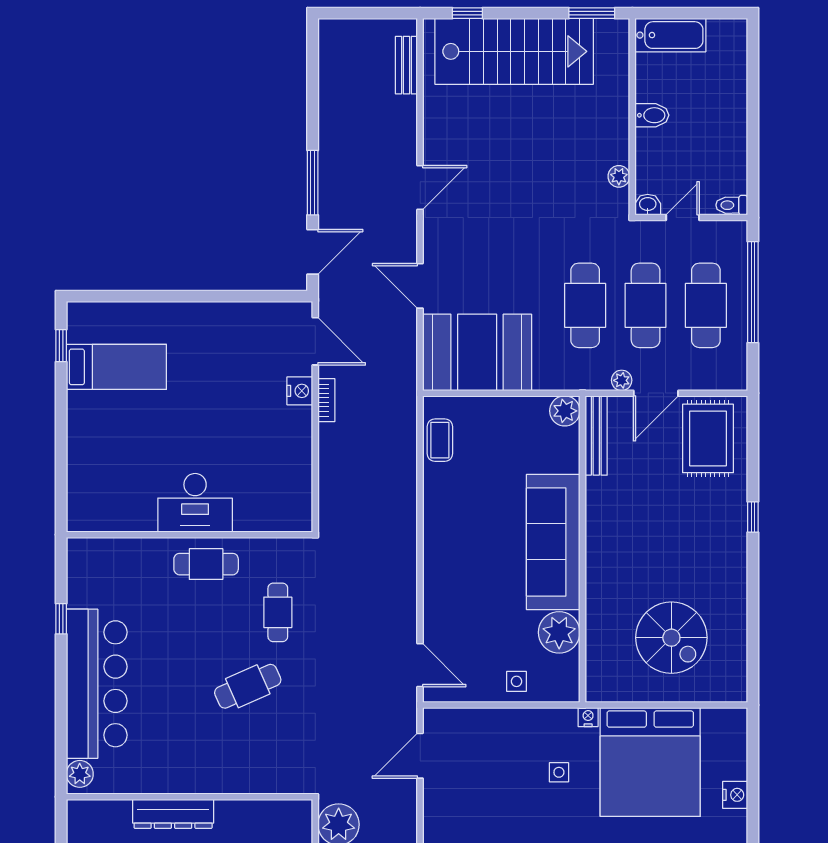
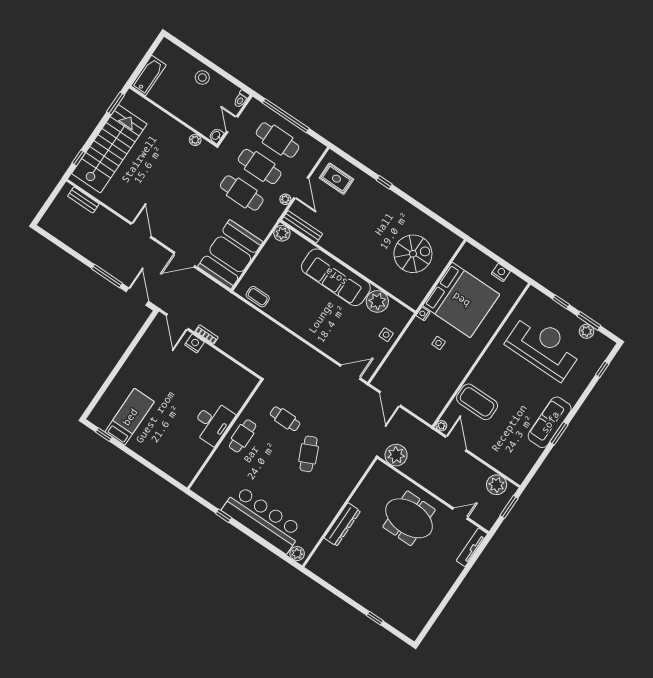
bidet: (652, 115) -> (178, 107), removed
stool: (724, 121) -> (202, 78), added
door: (315, 341) -> (177, 322), swing flipped
rug: (708, 438) -> (336, 179), width x0.73, depth x0.70

